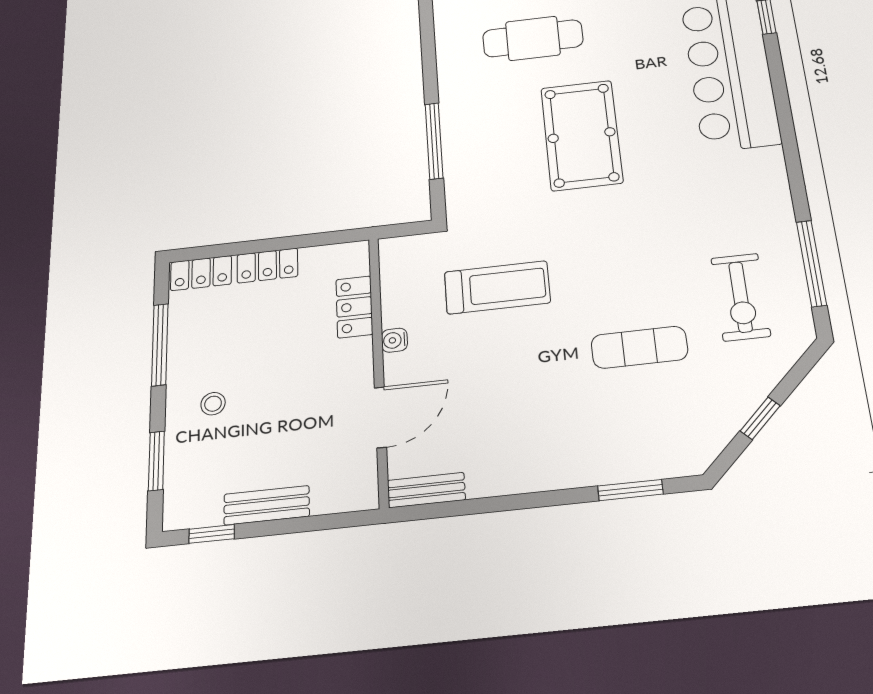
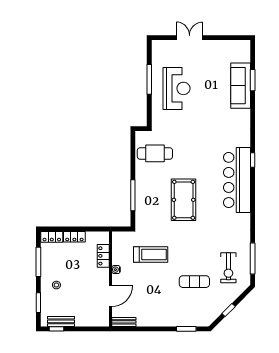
cafe table: (533, 38) -> (155, 153), moved
bench: (267, 505) -> (61, 321), moved

